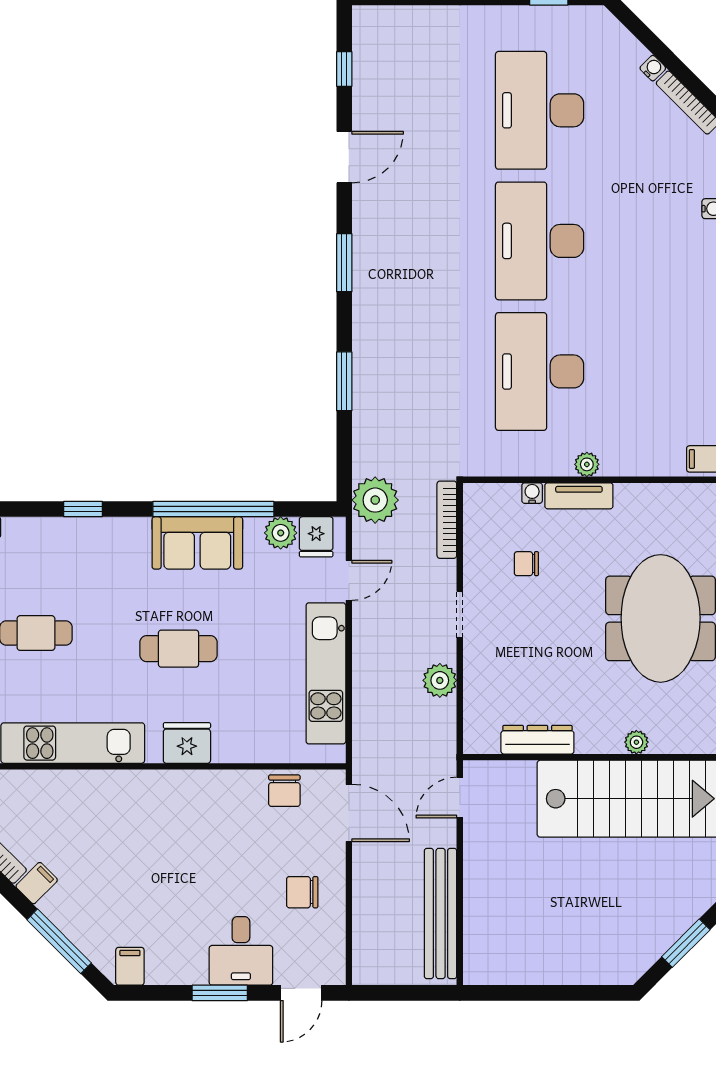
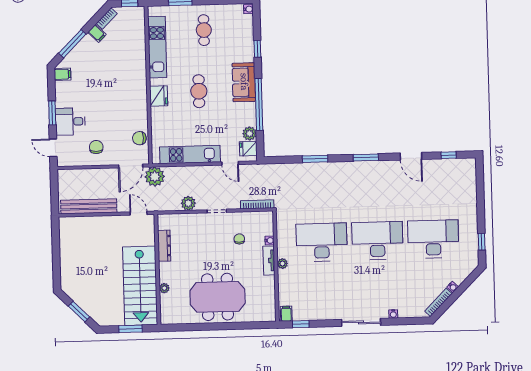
plant: (375, 500) -> (155, 177), moved
sofa: (197, 543) -> (244, 82), moved

